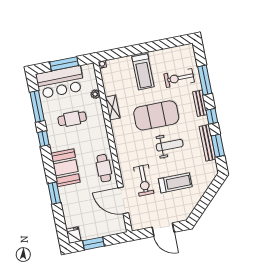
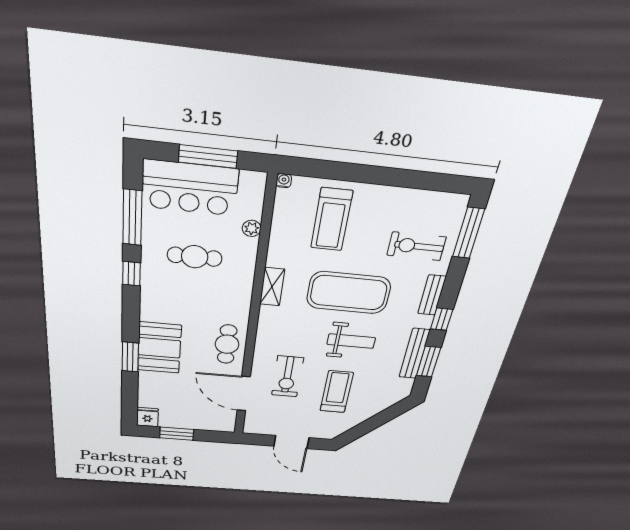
treadmill: (143, 72) -> (332, 220), moved
window: (205, 80) -> (468, 233), moved
shelving: (113, 108) -> (272, 287), moved
booth: (66, 168) -> (159, 348), moved
treadmill: (175, 183) -> (337, 392), turned -90

